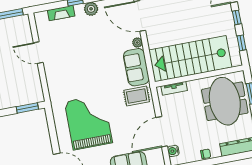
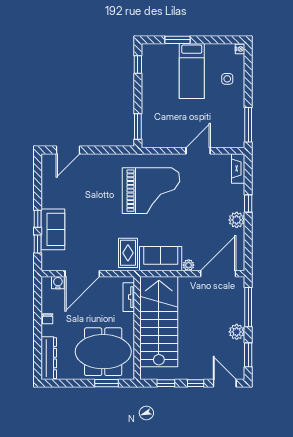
fireplace: (61, 13) -> (238, 168), moved
grand piano: (88, 122) -> (151, 191), moved
door: (162, 132) -> (82, 274), swing flipped

